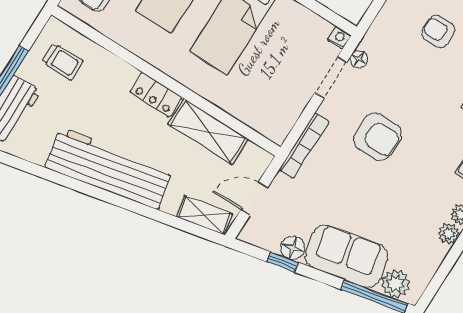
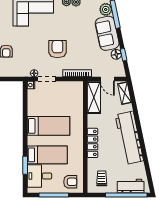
locker: (156, 95) -> (92, 143), width x1.53
shelving: (208, 132) -> (94, 97), moved

